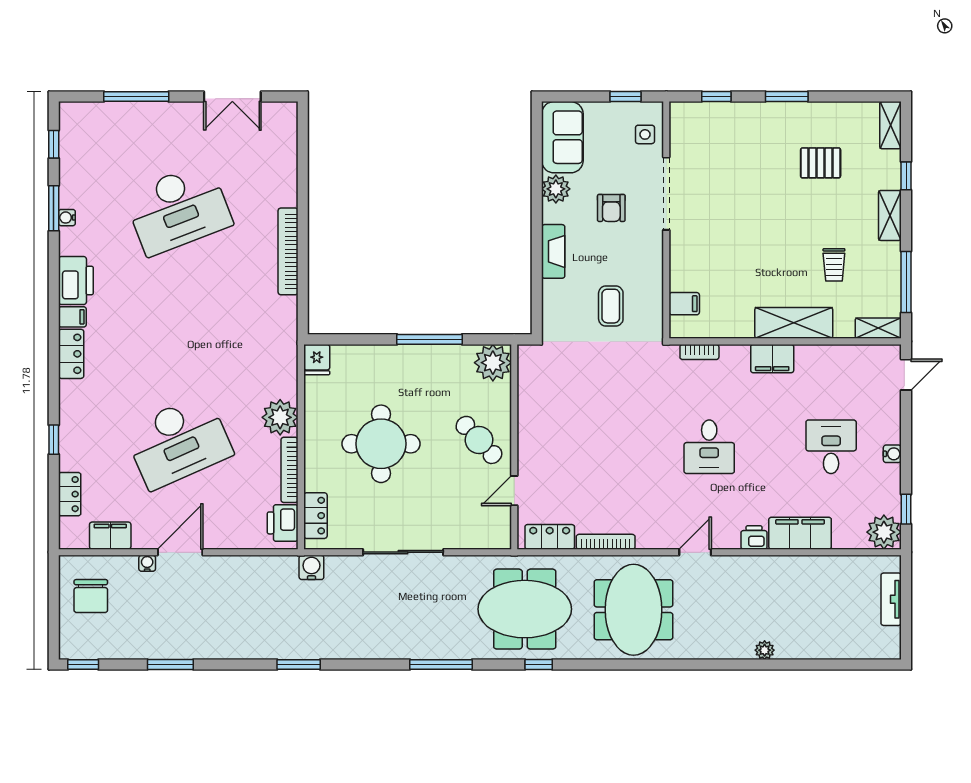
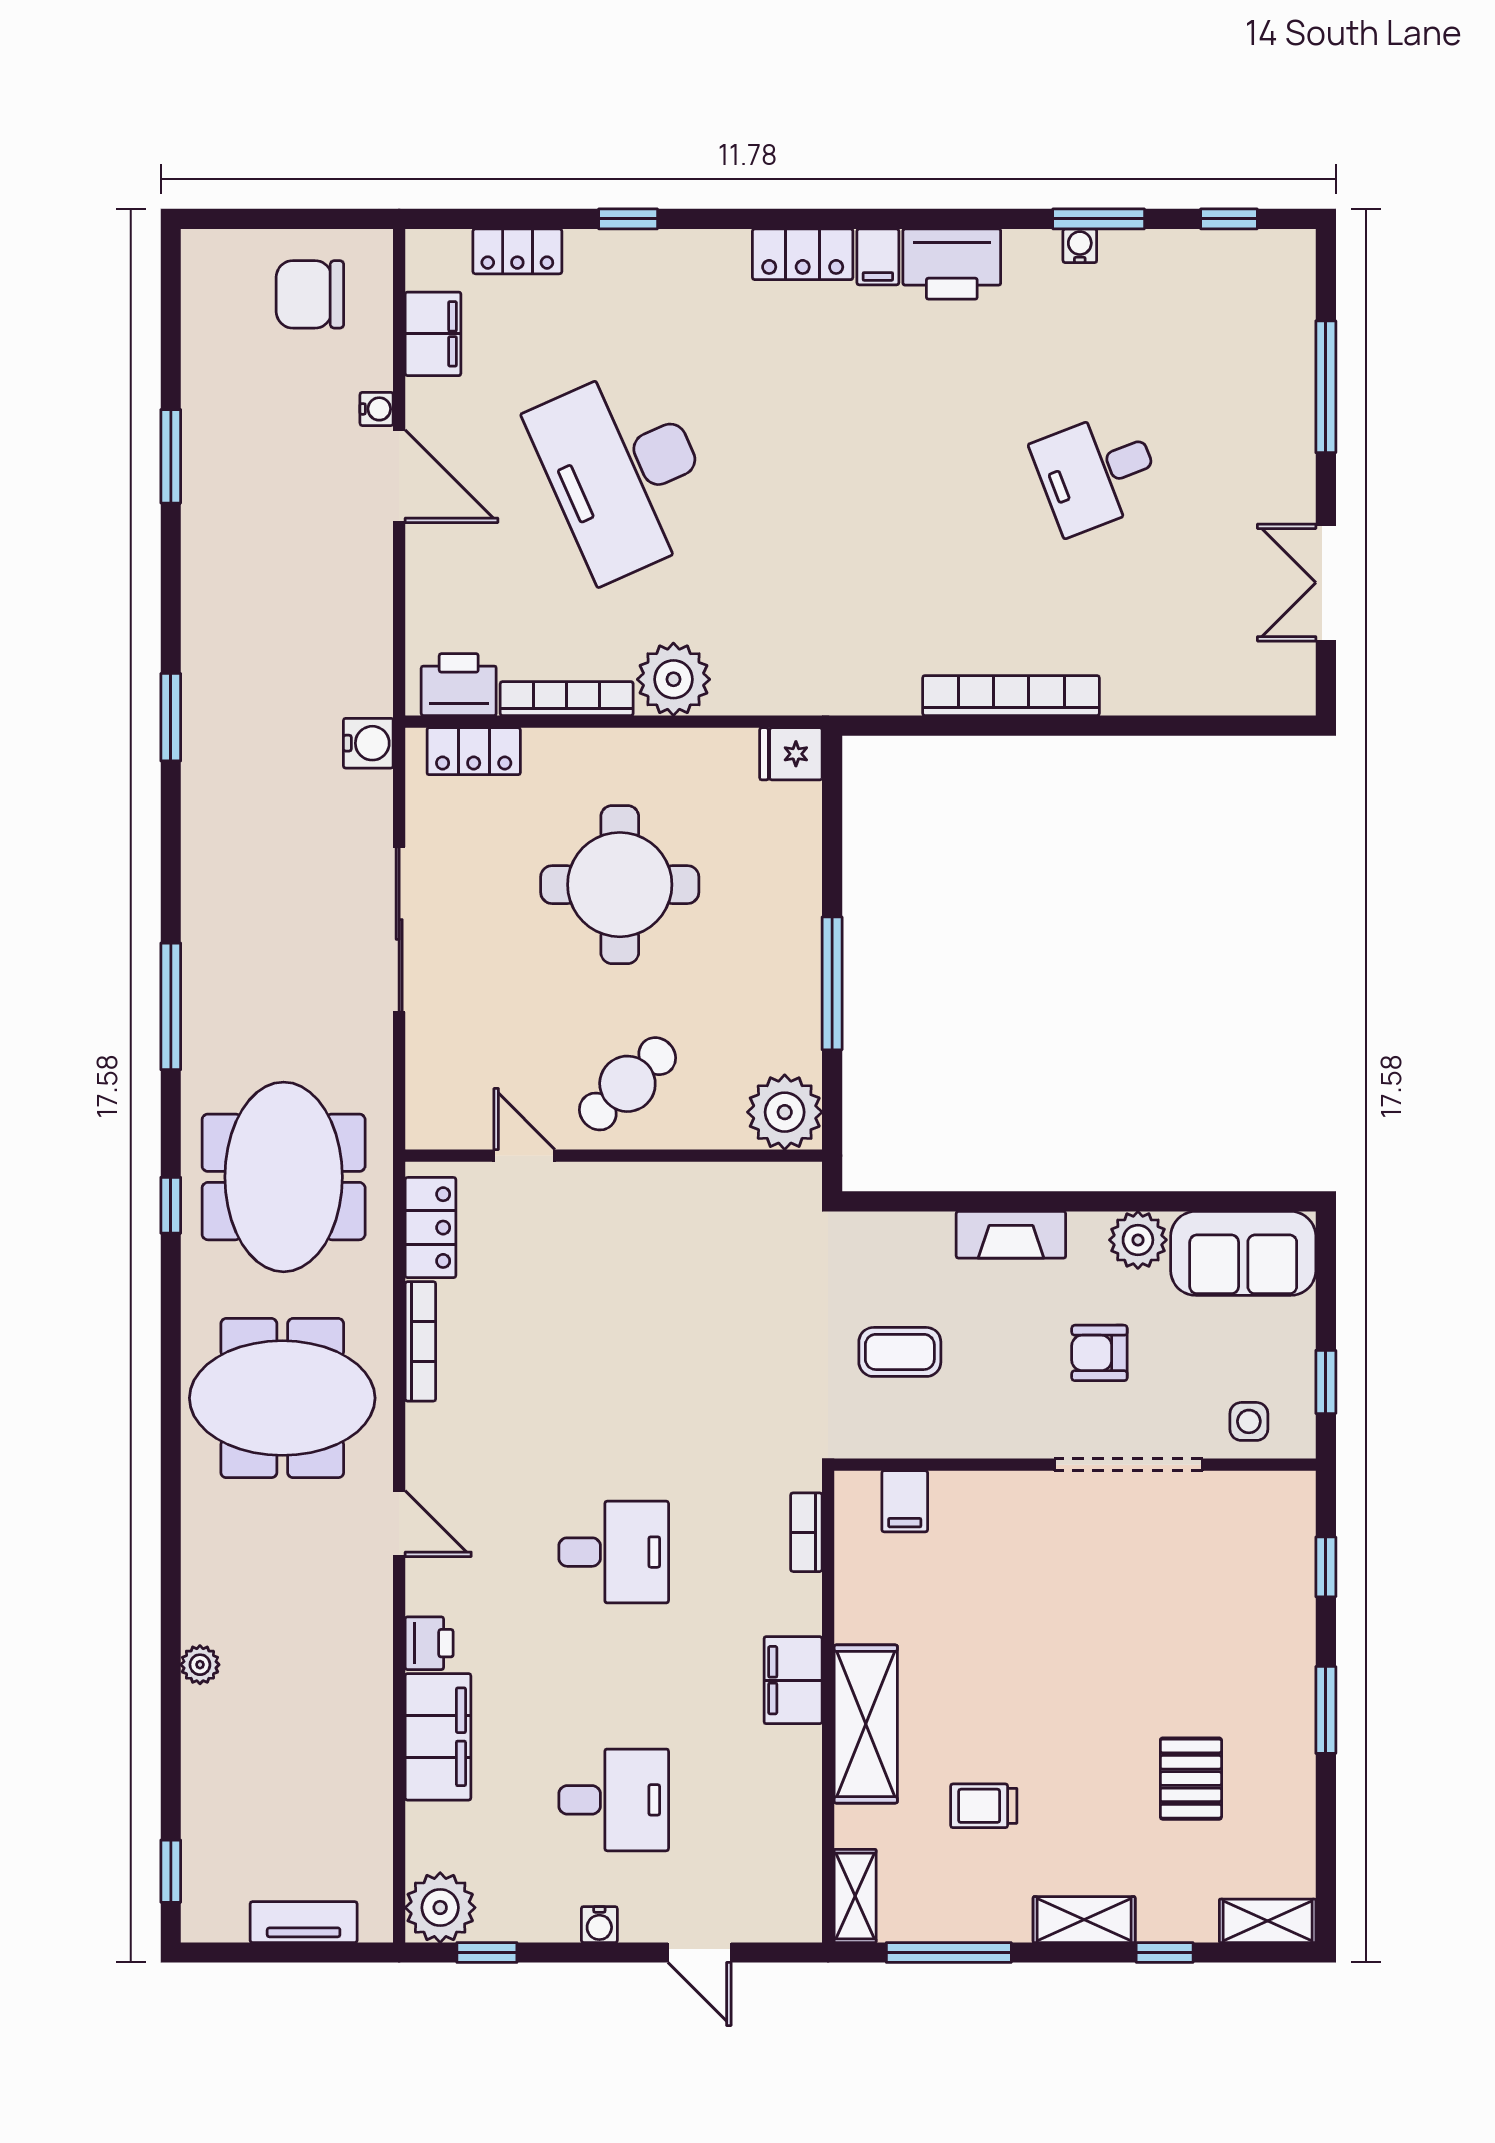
desk: (178, 209) -> (1097, 472), width x0.53, depth x0.77
door: (906, 375) -> (699, 1952), moved
desk: (709, 447) -> (614, 1552), turned 180
window: (83, 665) -> (171, 1871), moved

